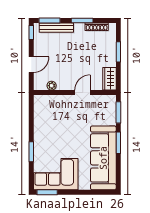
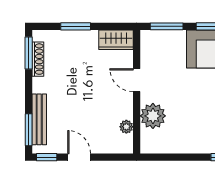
window: (82, 20) -> (29, 53), moved
door: (31, 65) -> (79, 157), moved
plant: (59, 103) -> (153, 116), added

